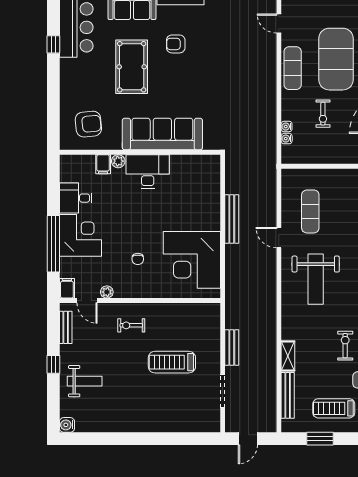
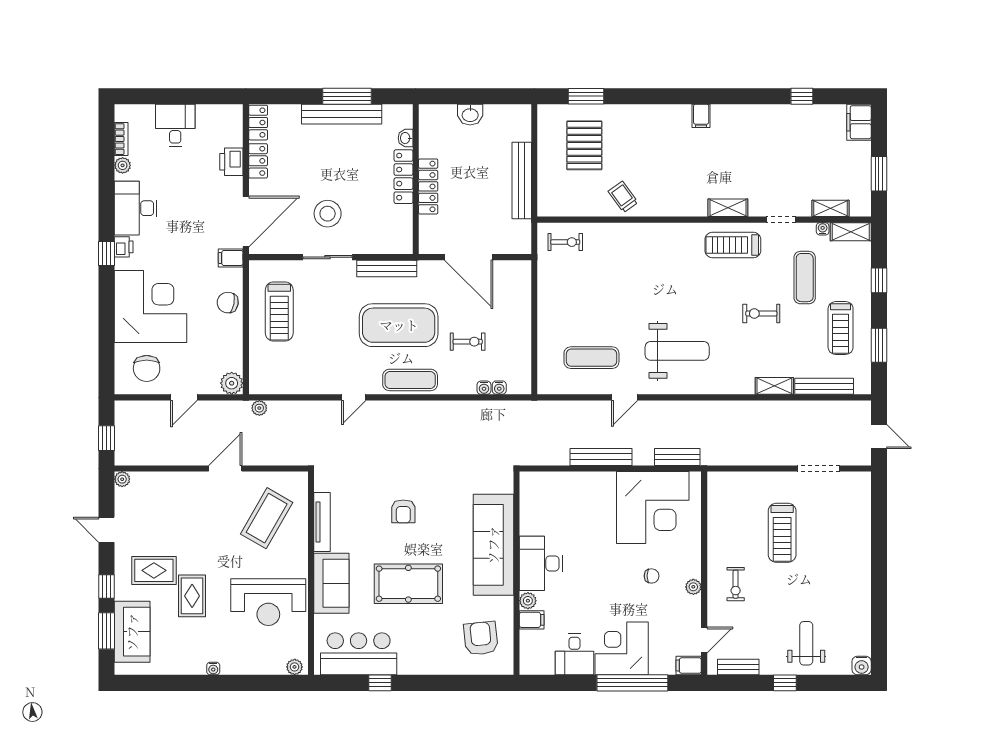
armchair: (176, 44) -> (403, 511), moved
plant: (107, 292) -> (693, 587), moved
bench: (232, 348) -> (677, 457), moved

